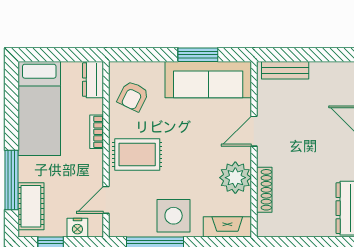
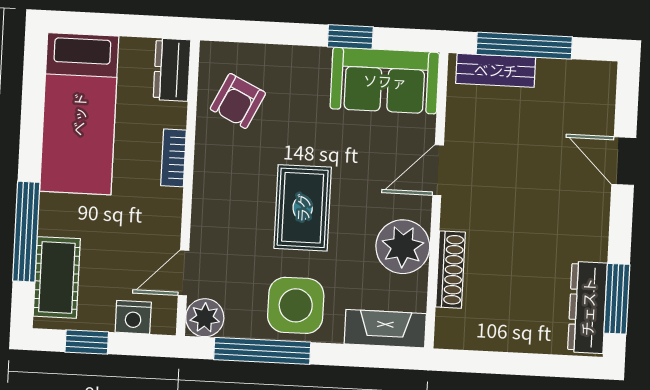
window: (198, 55) -> (350, 37), width x0.67
window: (301, 55) -> (524, 46), added
sofa: (208, 80) -> (385, 81), width x0.73
rug: (137, 154) -> (303, 208), moved, turned 90
plant: (120, 226) -> (205, 318), added

